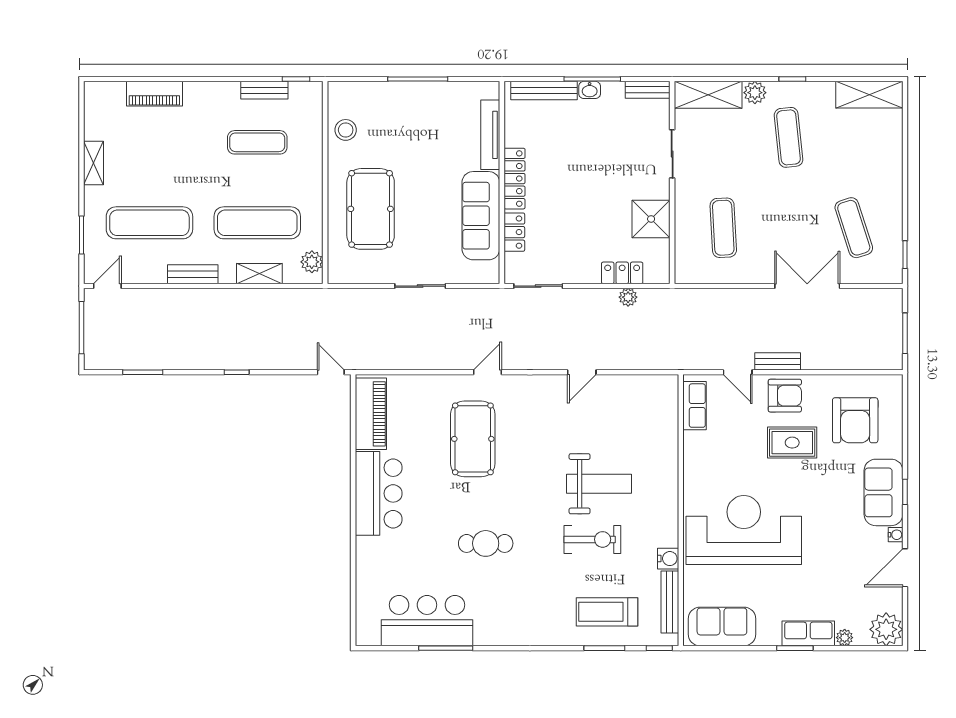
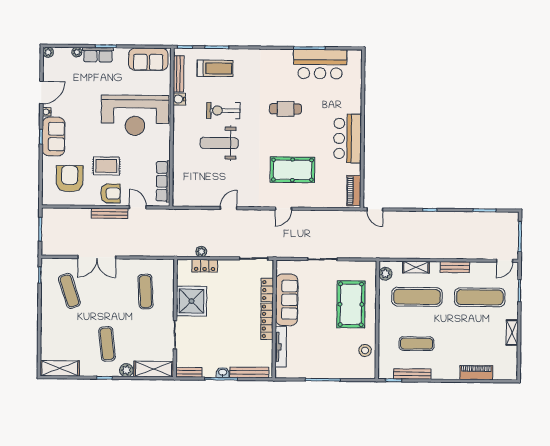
bench: (264, 90) -> (412, 374), width x1.36
shower: (651, 219) -> (191, 301), width x1.37, depth x1.37
bench: (778, 361) -> (110, 213), width x1.36
armchair: (785, 396) -> (110, 193), turned 180
row of seats: (694, 406) -> (163, 181), width x1.48
piano: (371, 414) -> (354, 191), width x0.73, depth x0.75
pool table: (473, 439) -> (292, 170), turned 90
plant: (886, 629) -> (48, 52), width x0.53, depth x0.53

